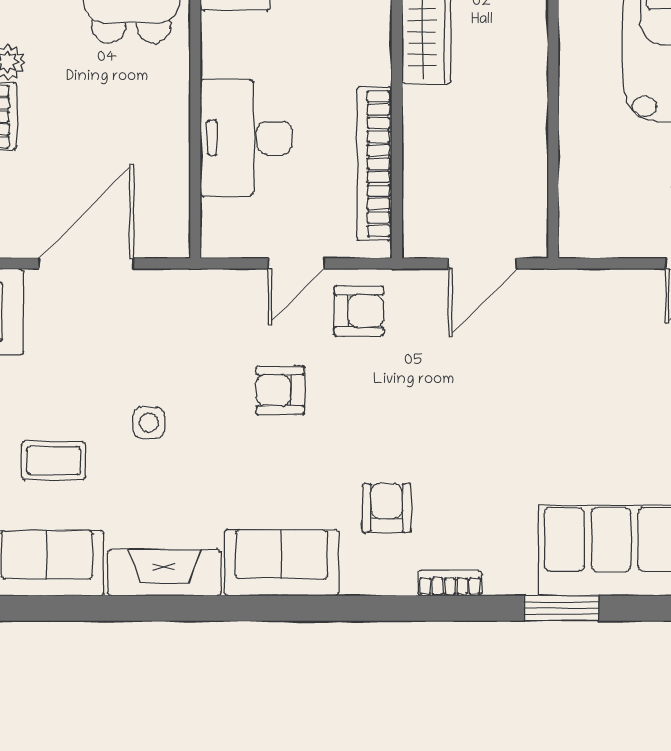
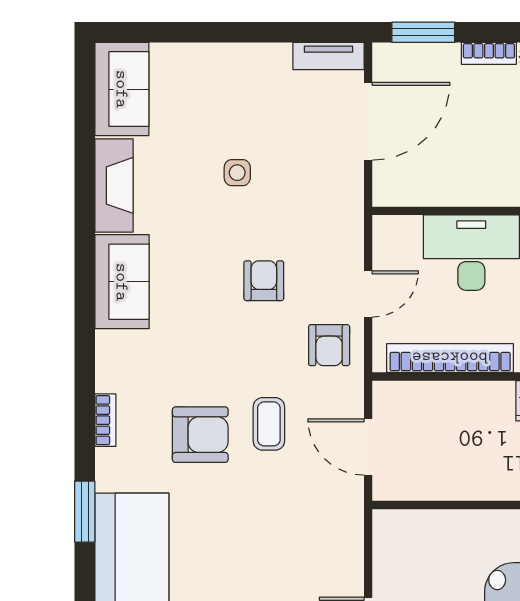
door: (86, 263) -> (368, 121), hinge flipped
door: (296, 263) -> (368, 294), swing flipped
coffee table: (53, 461) -> (269, 424), moved
armchair: (387, 508) -> (200, 435), moved, width x1.38, depth x1.38

